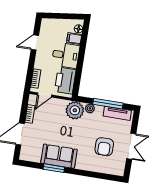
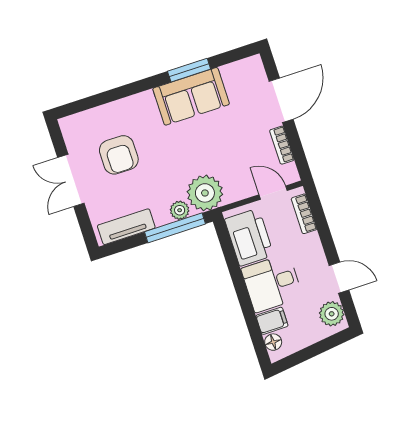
plant: (46, 28) -> (332, 314), added
door: (35, 42) -> (339, 278), hinge flipped
door: (45, 95) -> (273, 193), hinge flipped
window: (108, 104) -> (175, 228), moved
armchair: (104, 147) -> (119, 155), turned 180

